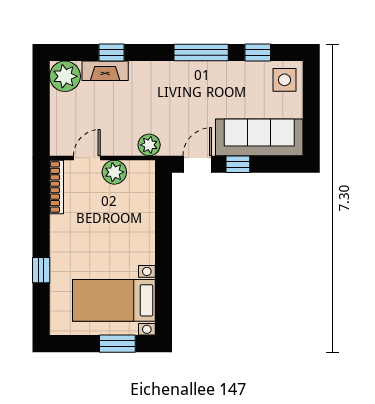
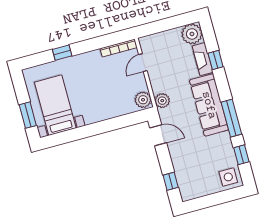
sofa: (259, 137) -> (209, 105), moved, turned 180
door: (87, 158) -> (143, 63), swing flipped
window: (238, 164) -> (171, 181), moved
plant: (114, 172) -> (143, 100), moved

